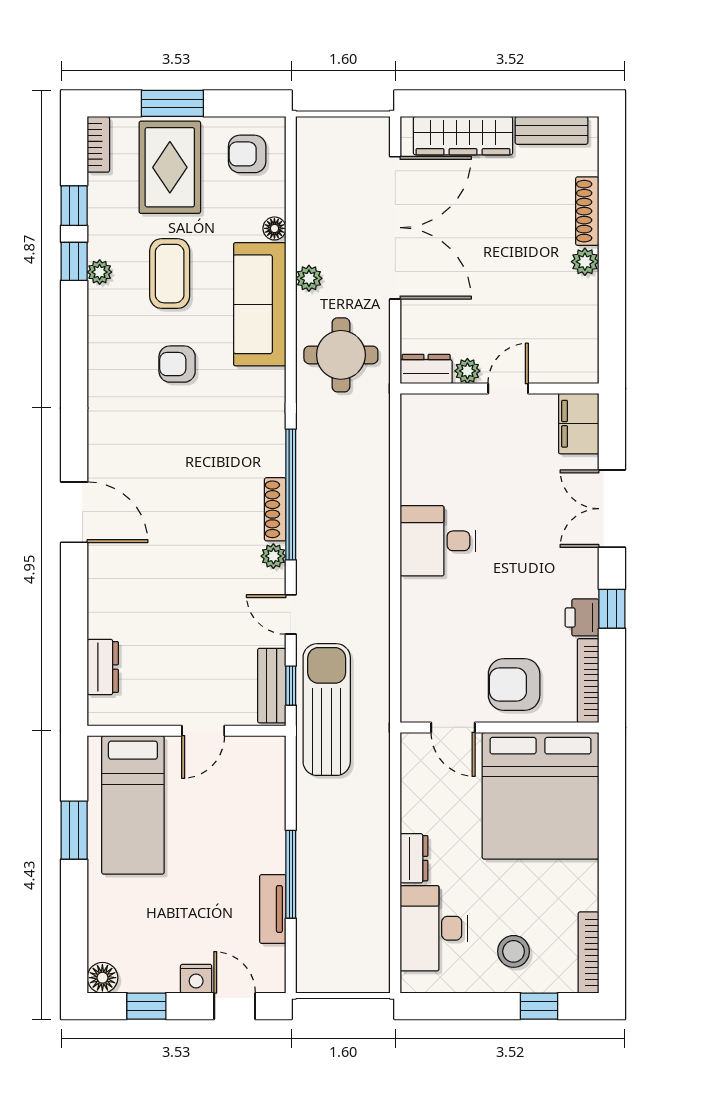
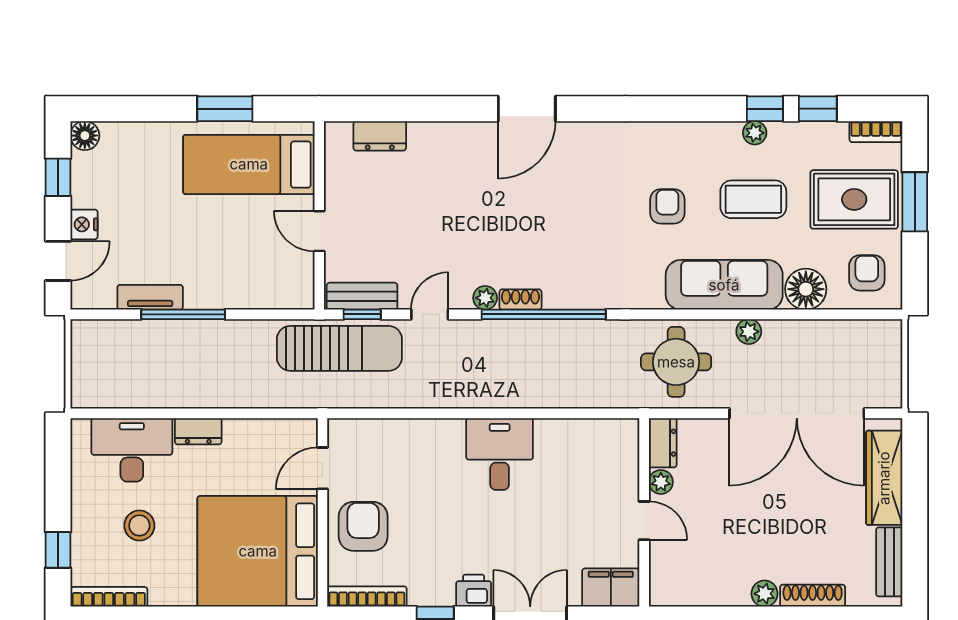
floor lamp: (274, 228) -> (806, 289), width x1.89, depth x1.89
shoe rack: (275, 509) -> (520, 300), width x0.70
printer: (582, 617) -> (474, 591), moved
stool: (514, 951) -> (139, 525), moved

